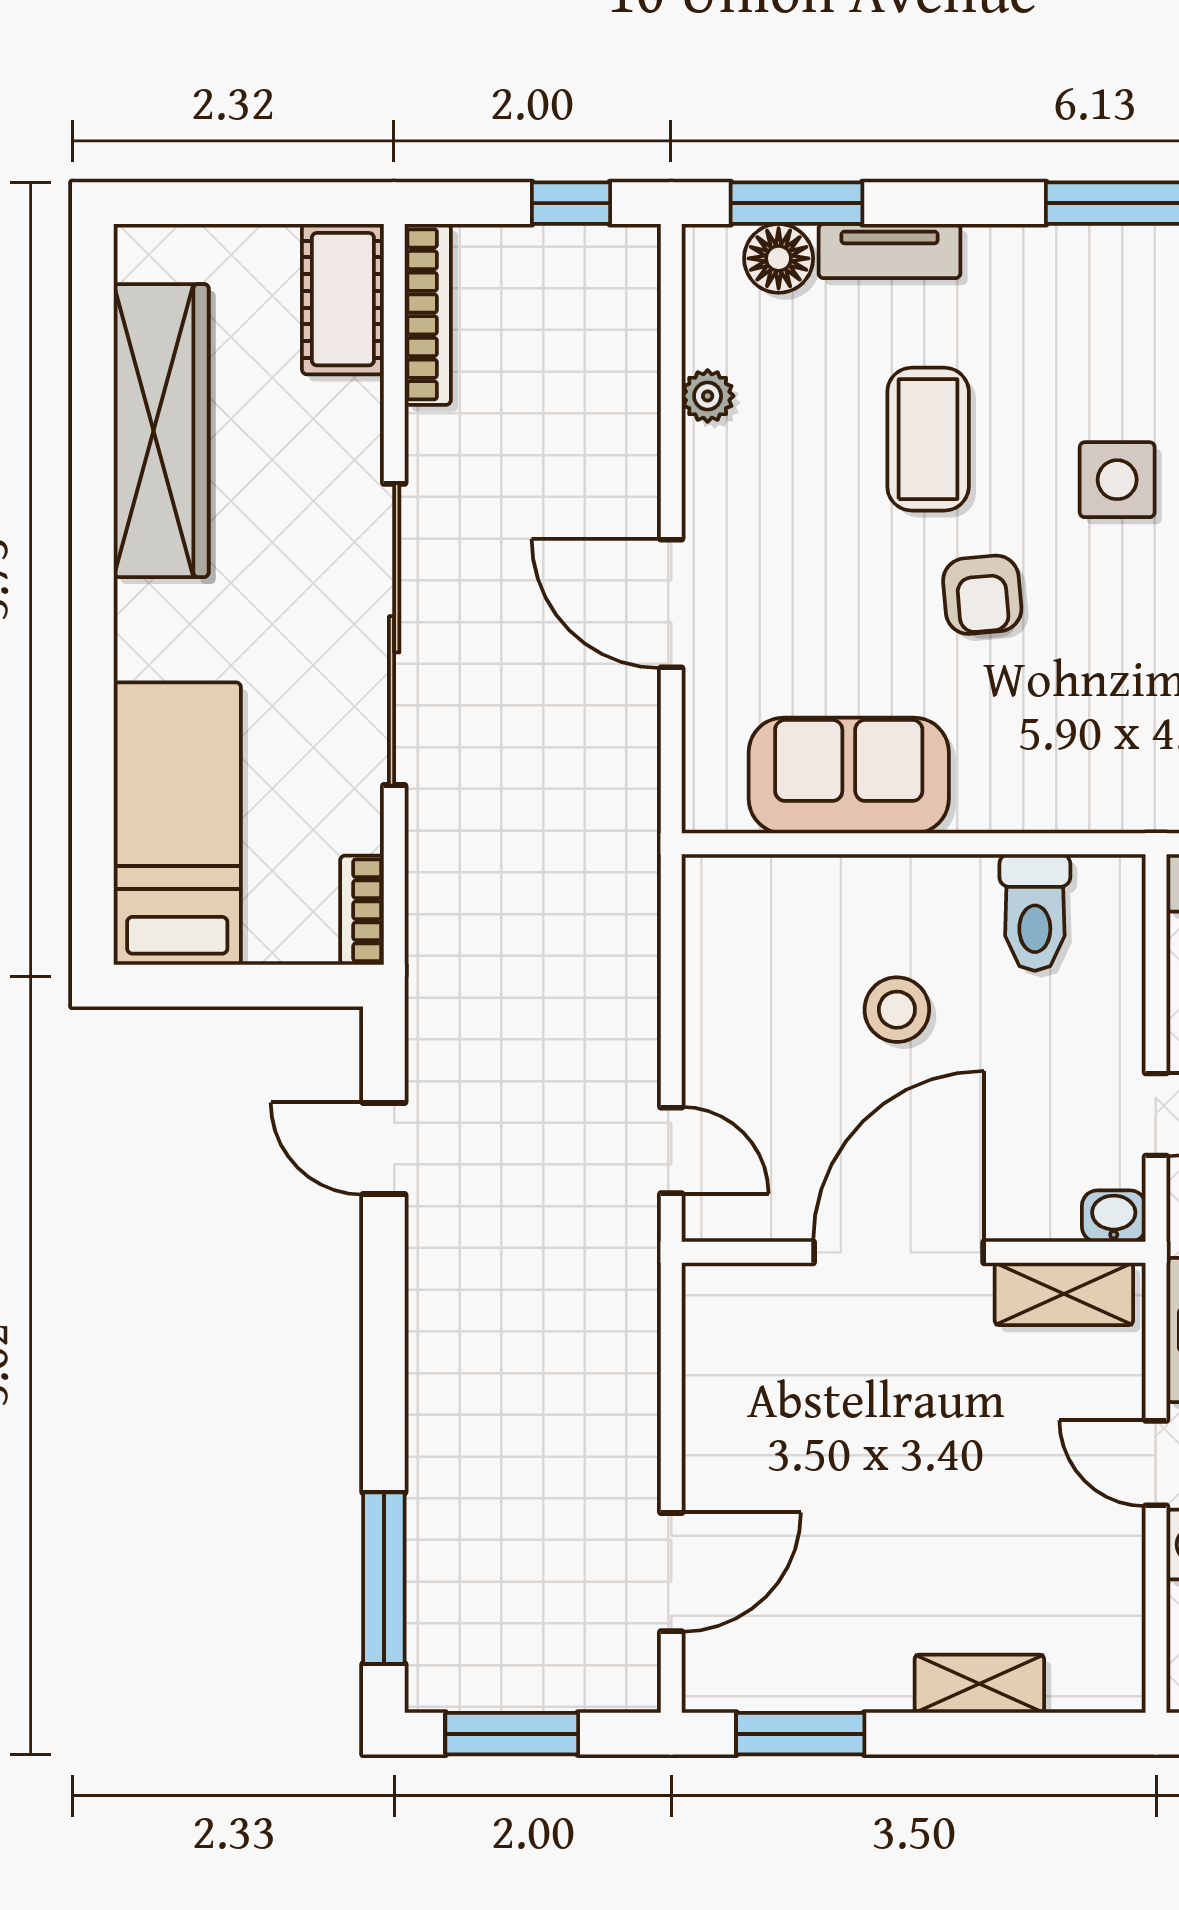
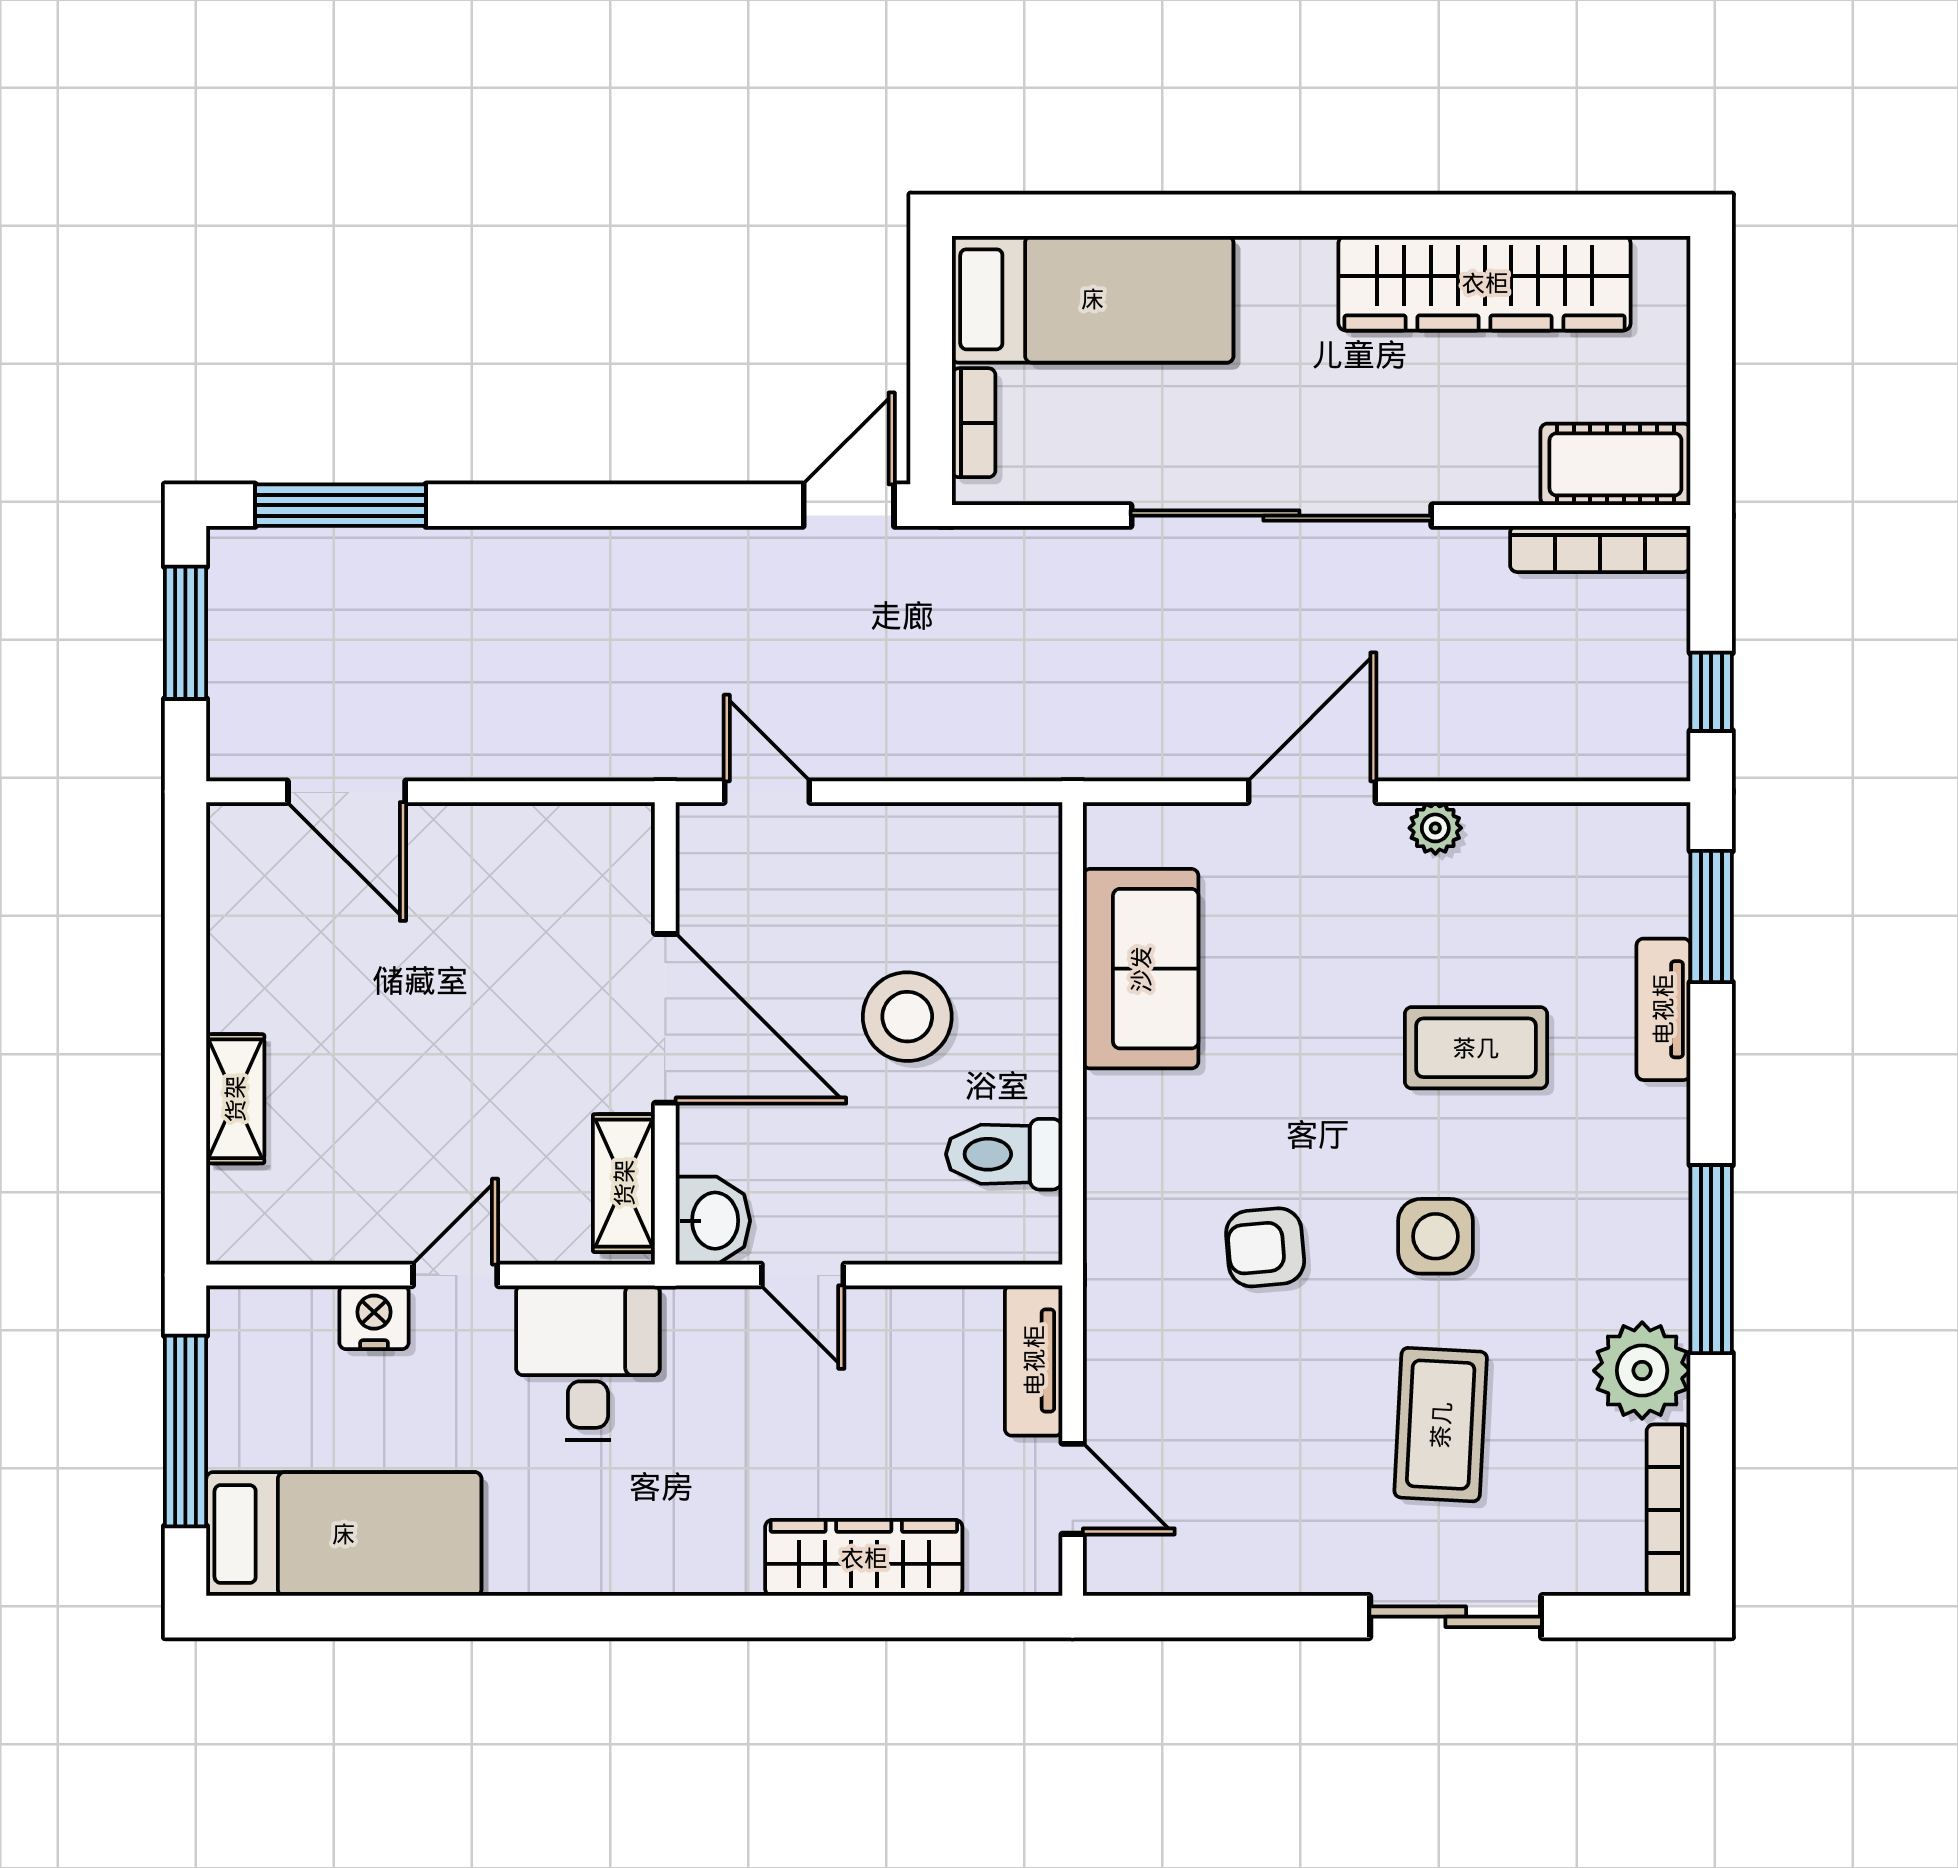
floor lamp: (779, 258) -> (1656, 899), removed
plant: (708, 396) -> (1435, 828), moved
armchair: (982, 595) -> (1265, 1247), moved
bookcase: (362, 910) -> (974, 423), moved, turned 90
stool: (897, 1010) -> (907, 1017), width x1.38, depth x1.38
door: (384, 1149) -> (849, 505), moved
door: (671, 1150) -> (767, 792), swing flipped
washbasin: (1114, 1216) -> (713, 1221), width x1.38, depth x1.45
window: (800, 1734) -> (185, 920), removed

